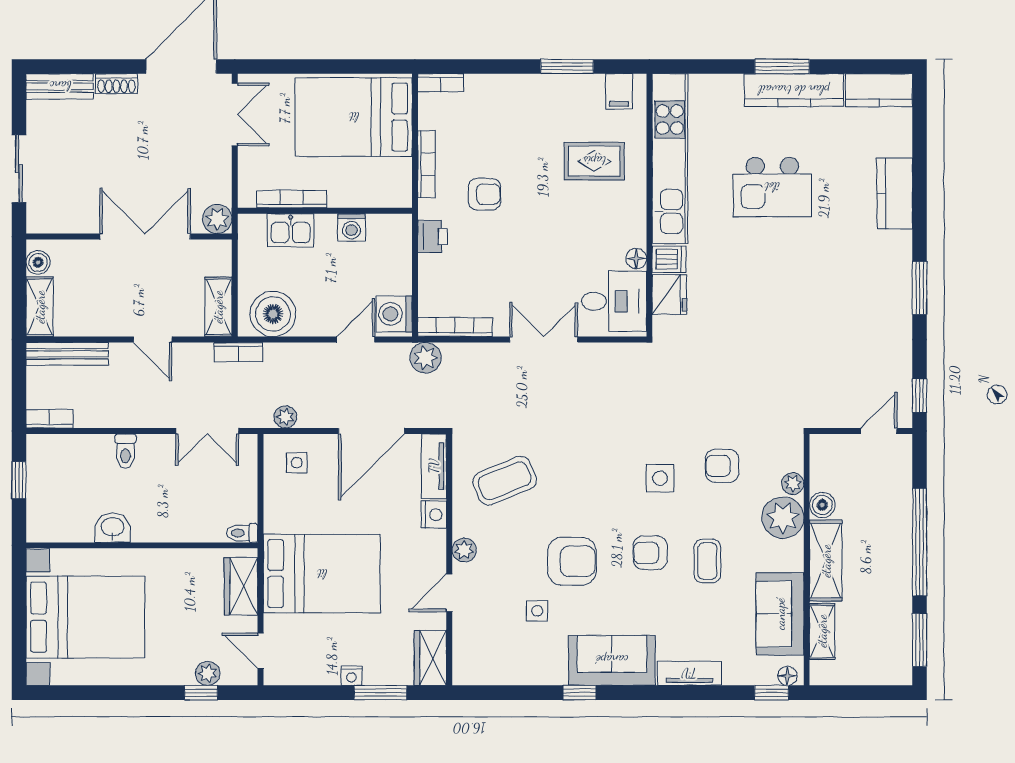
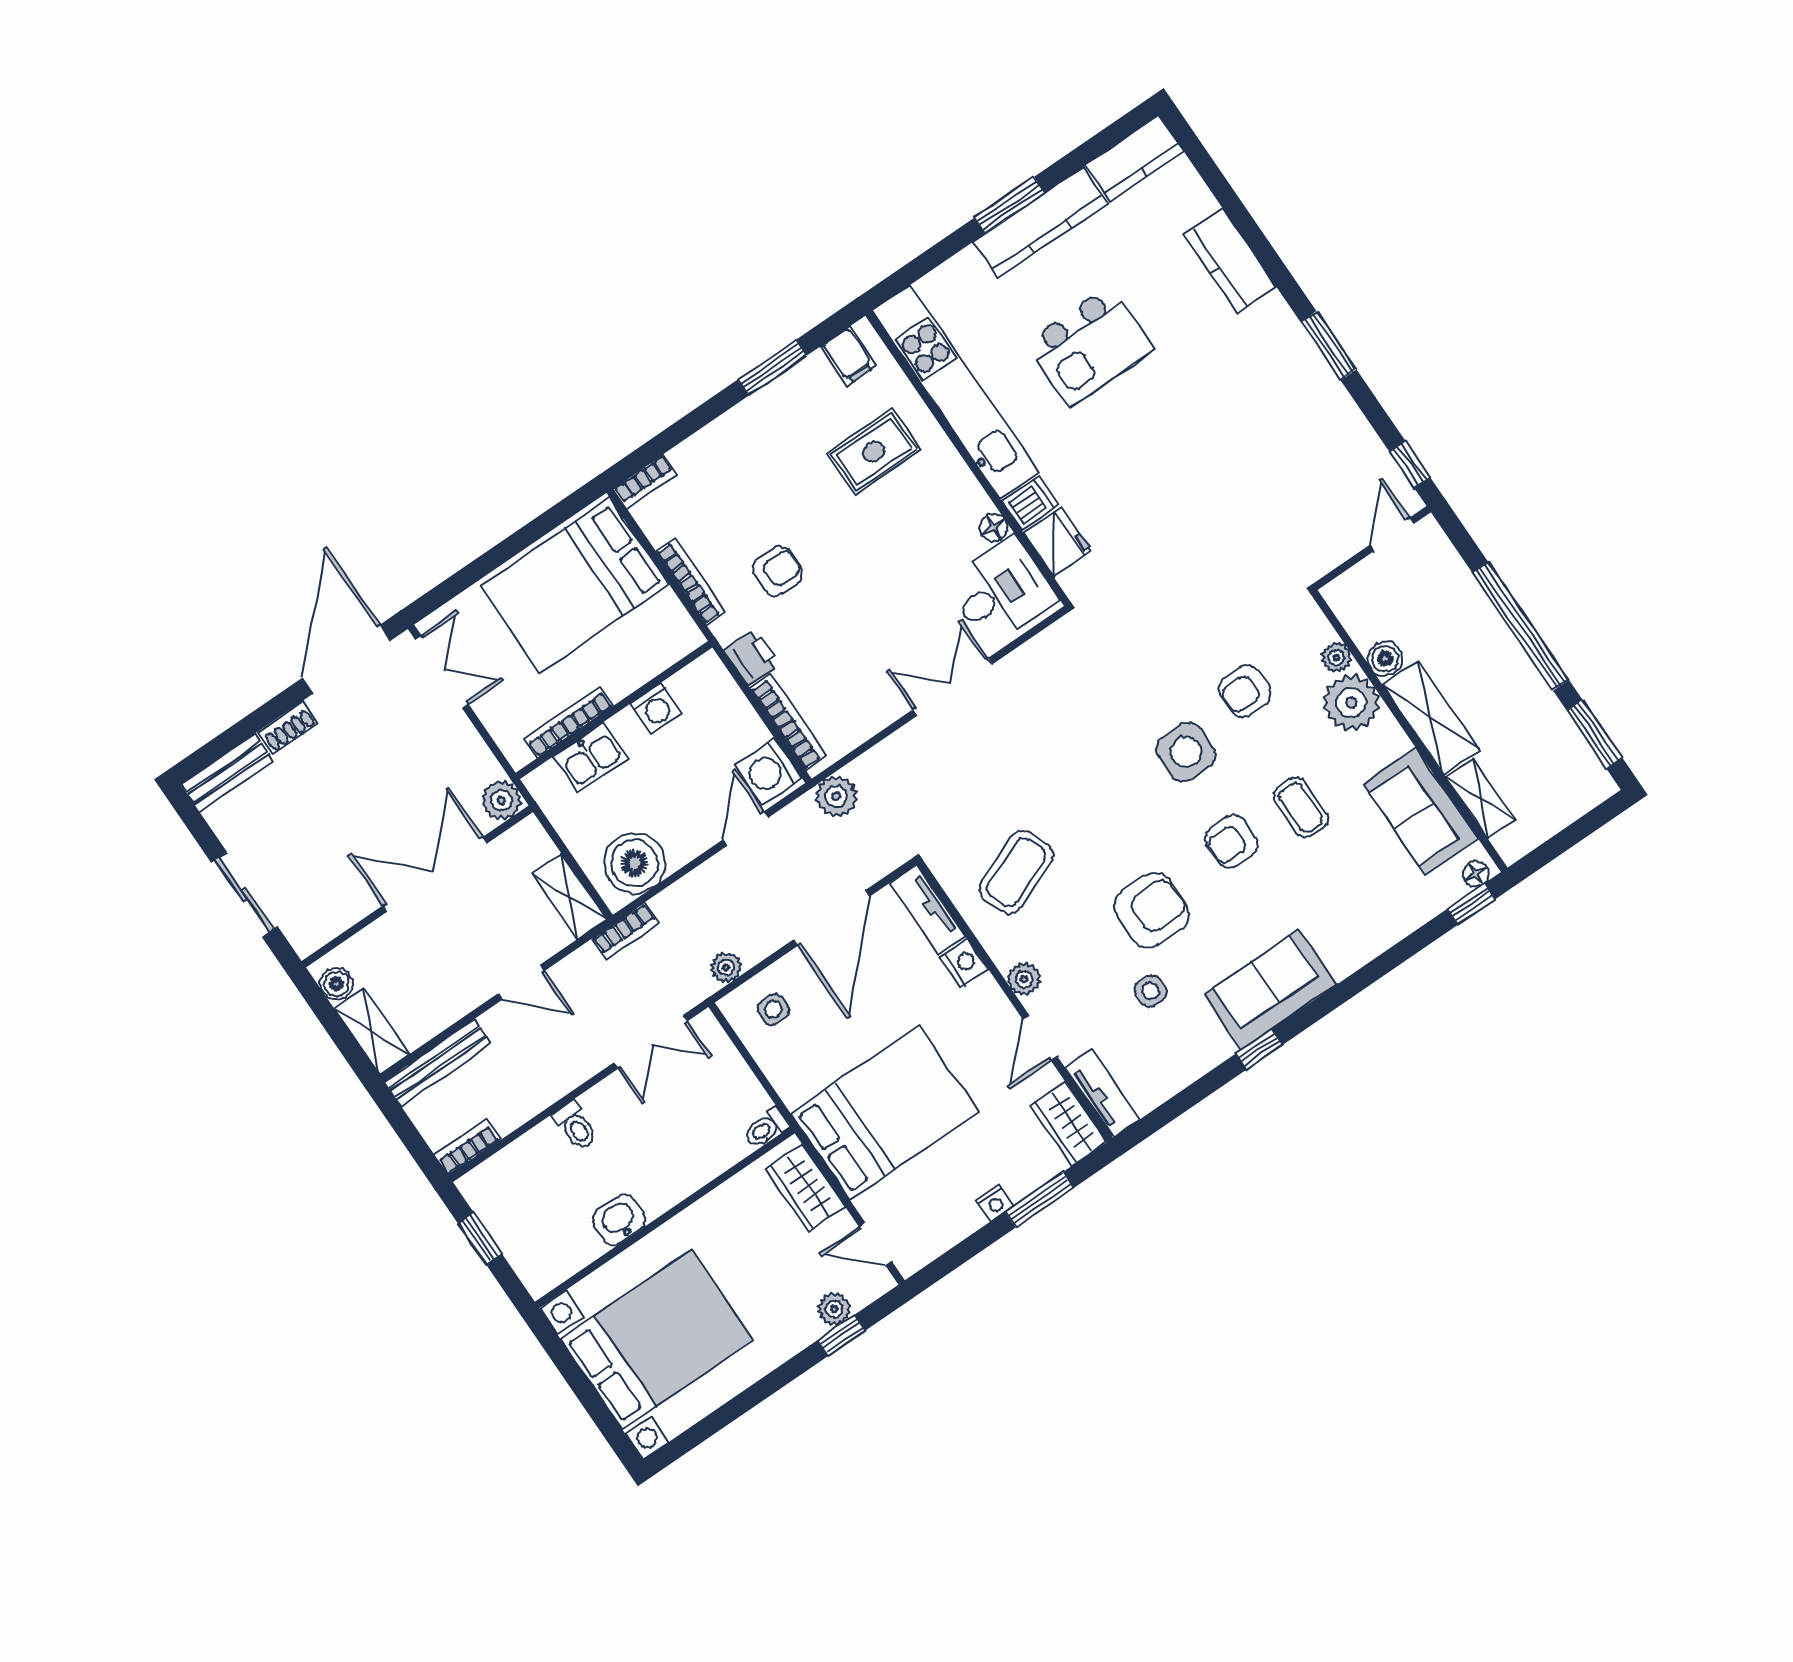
bookcase: (455, 327) -> (789, 723), moved, turned 90
side table: (660, 478) -> (1186, 752), width x1.37, depth x1.37
tv unit: (689, 673) -> (1102, 1093), moved, turned 90

